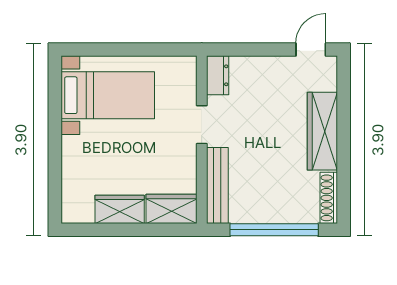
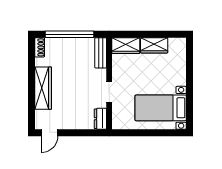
bench: (217, 185) -> (101, 53), width x0.73
shoe rack: (329, 198) -> (40, 47), width x0.70

